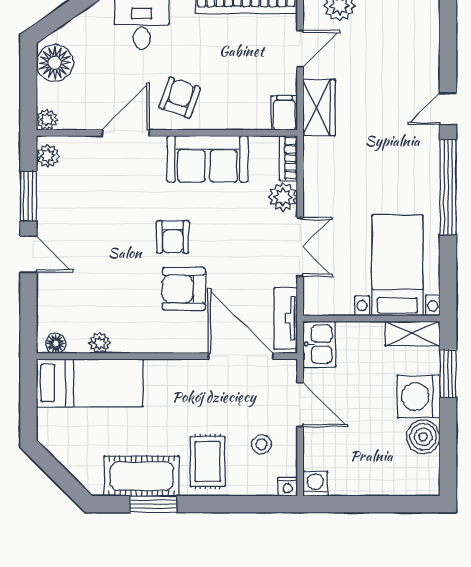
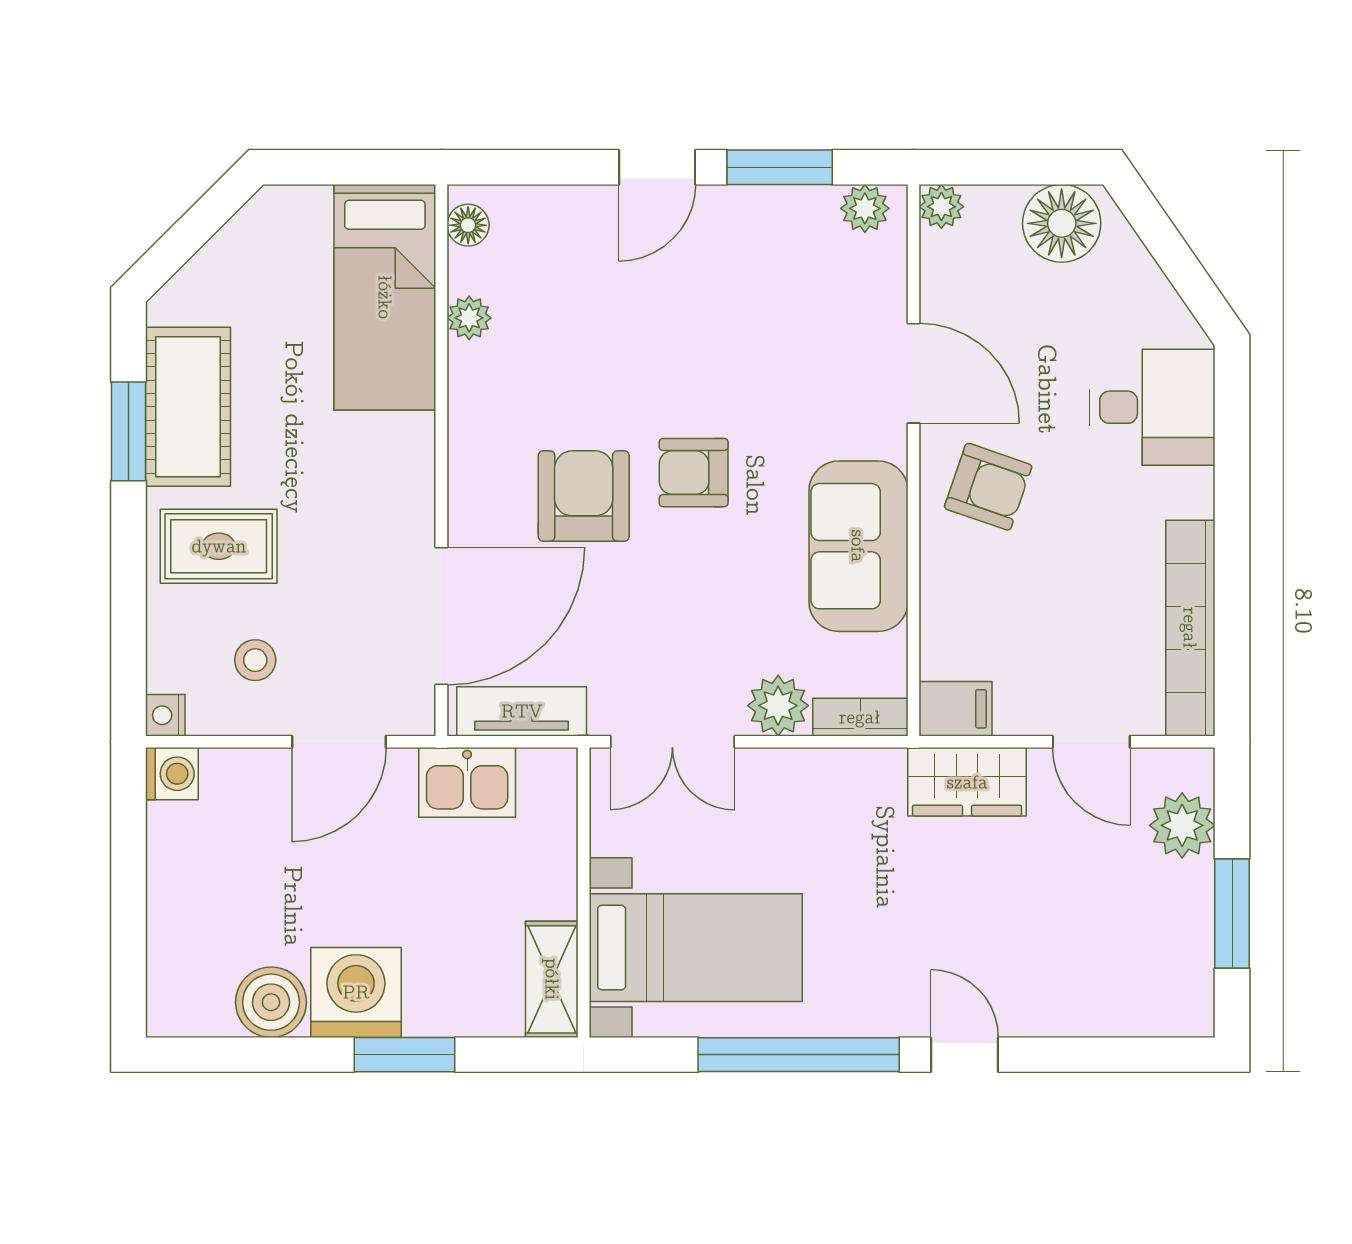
bed with nightstands: (397, 265) -> (696, 948), moved
wall: (371, 319) -> (584, 892), moved
shelving: (412, 334) -> (552, 979), moved

